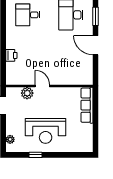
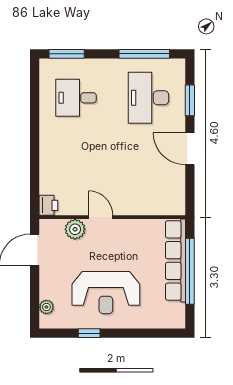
printer: (11, 55) -> (48, 205), moved
row of seats: (87, 105) -> (175, 261), width x1.36
window: (95, 118) -> (190, 271), added

